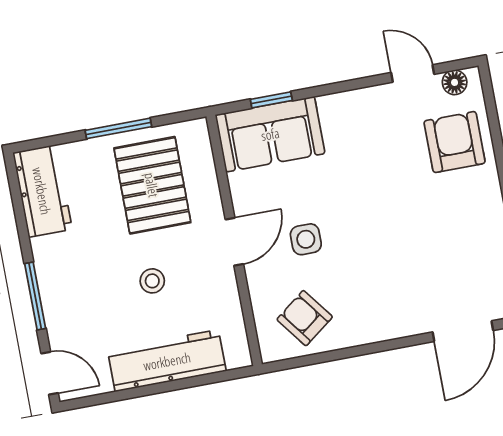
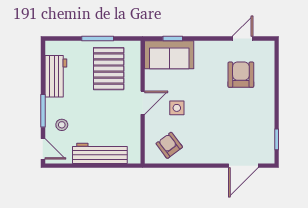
door: (413, 73) -> (242, 39), hinge flipped
floor lamp: (455, 82) -> (262, 47), removed
armchair: (455, 142) -> (241, 75), moved
workbench: (42, 191) -> (56, 76), moved
stool: (152, 281) -> (62, 125), moved

